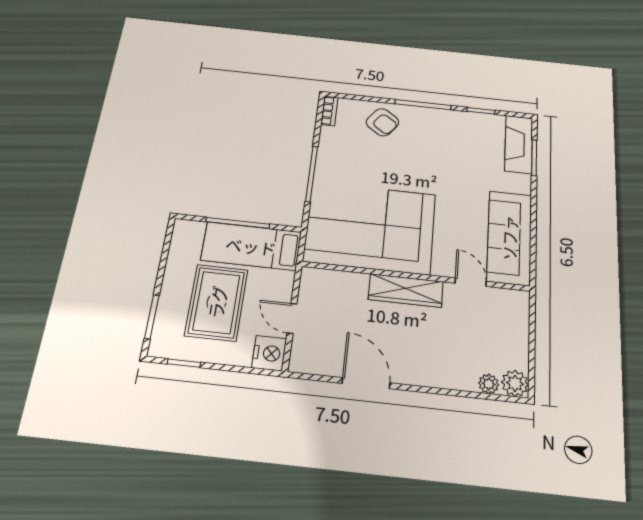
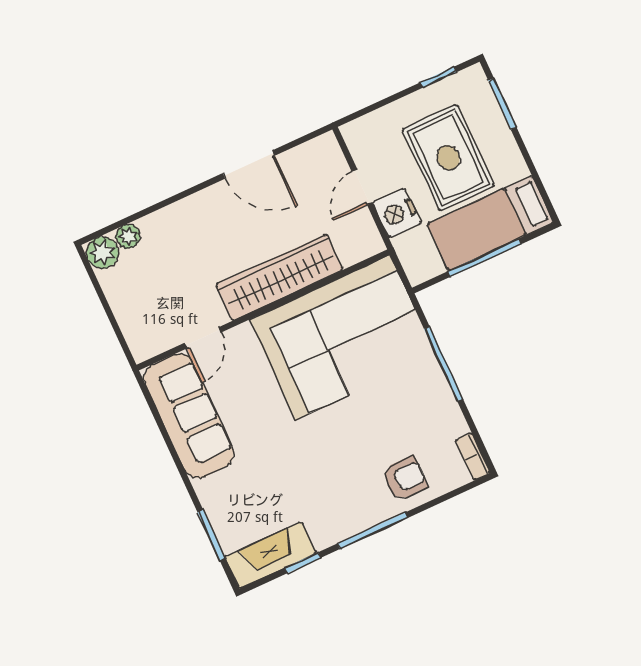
armchair: (382, 122) -> (405, 478), turned 144
fireplace: (519, 144) -> (271, 555), moved, turned -90
bed: (251, 246) -> (490, 223), moved, turned 180
door: (471, 282) -> (203, 338), hinge flipped
wardrobe: (406, 291) -> (279, 277), width x1.40, depth x1.17
door: (292, 318) -> (362, 187), swing flipped
nightstand: (269, 353) -> (397, 213), moved

